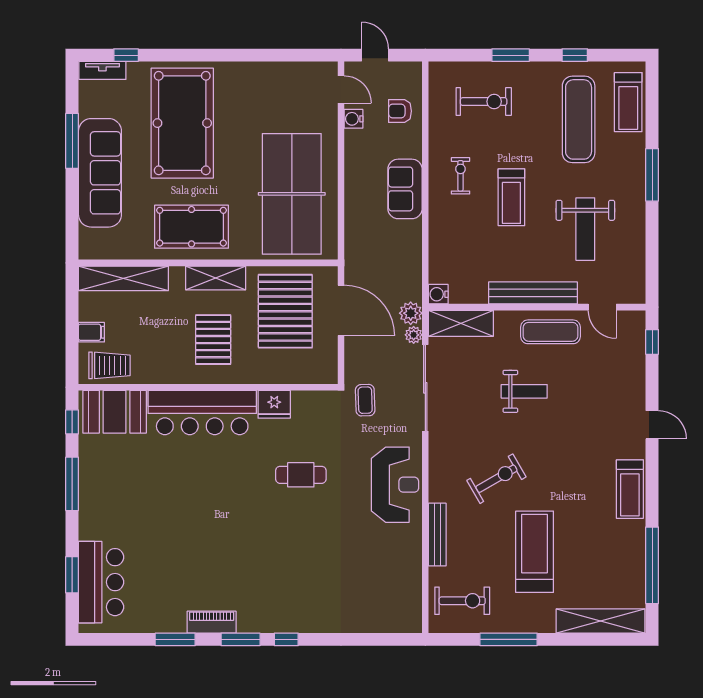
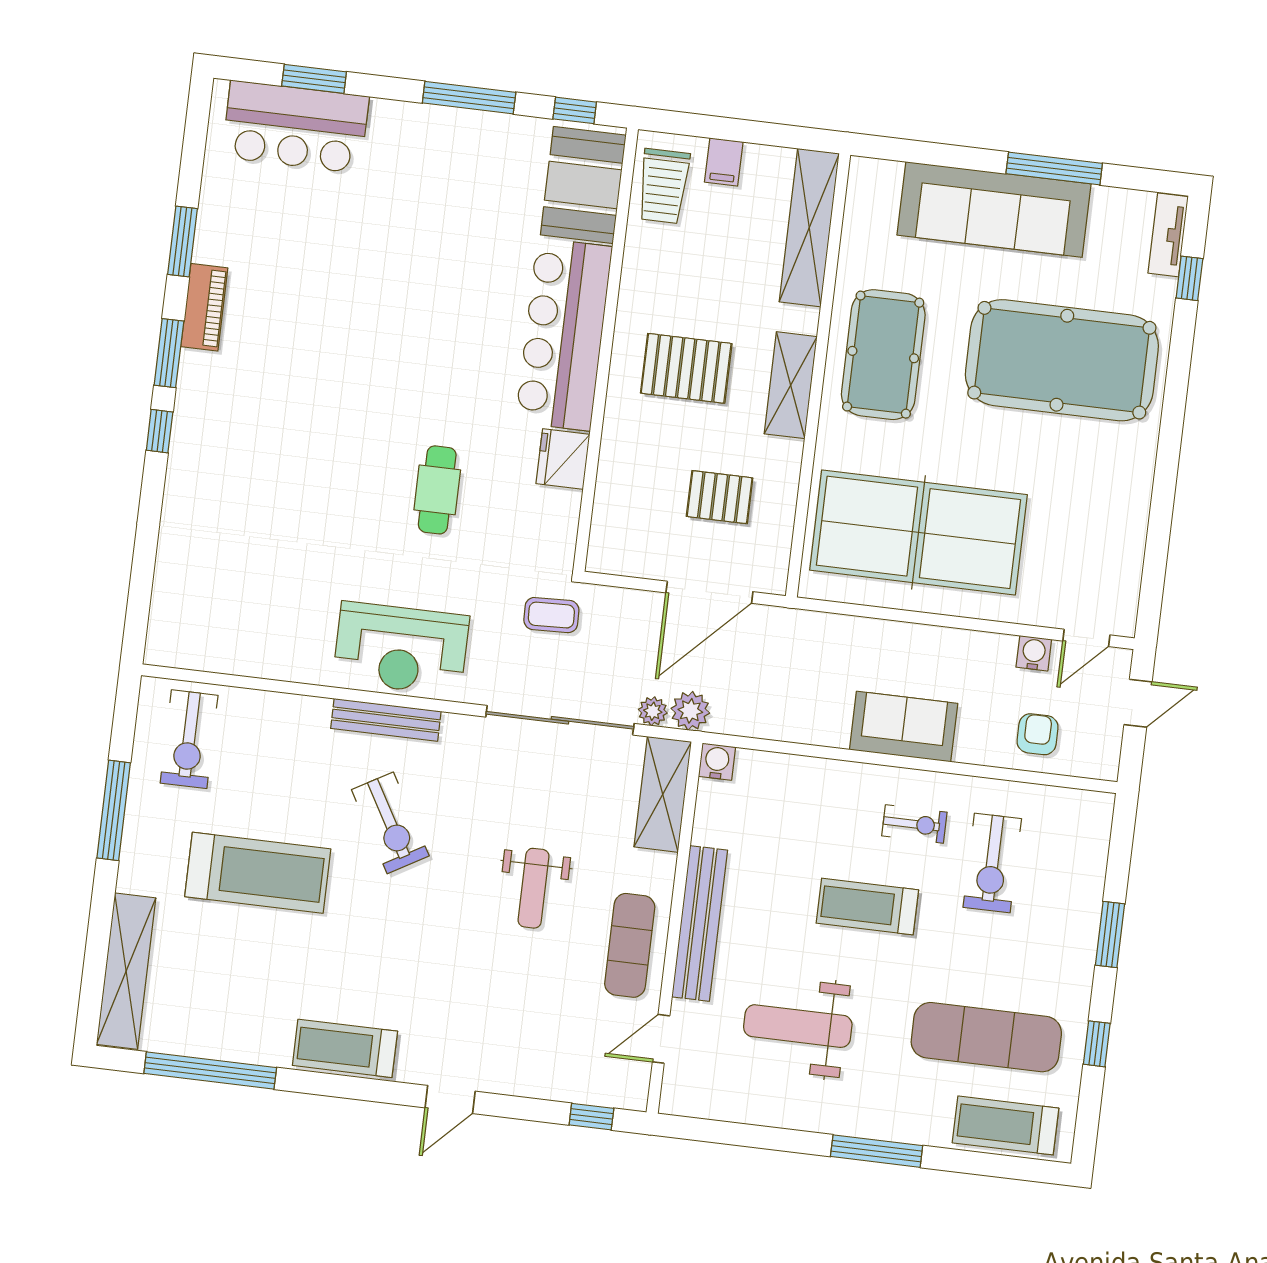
exercise bike: (484, 102) -> (992, 863), moved
pallet: (285, 311) -> (720, 497), width x0.49, depth x0.50
bench: (437, 535) -> (386, 720), moved

